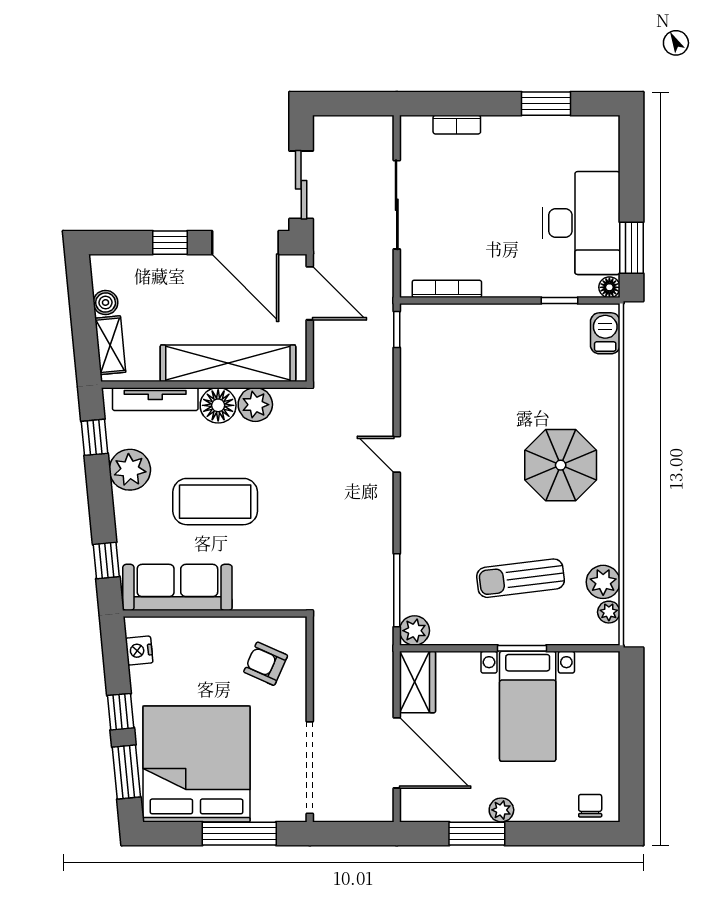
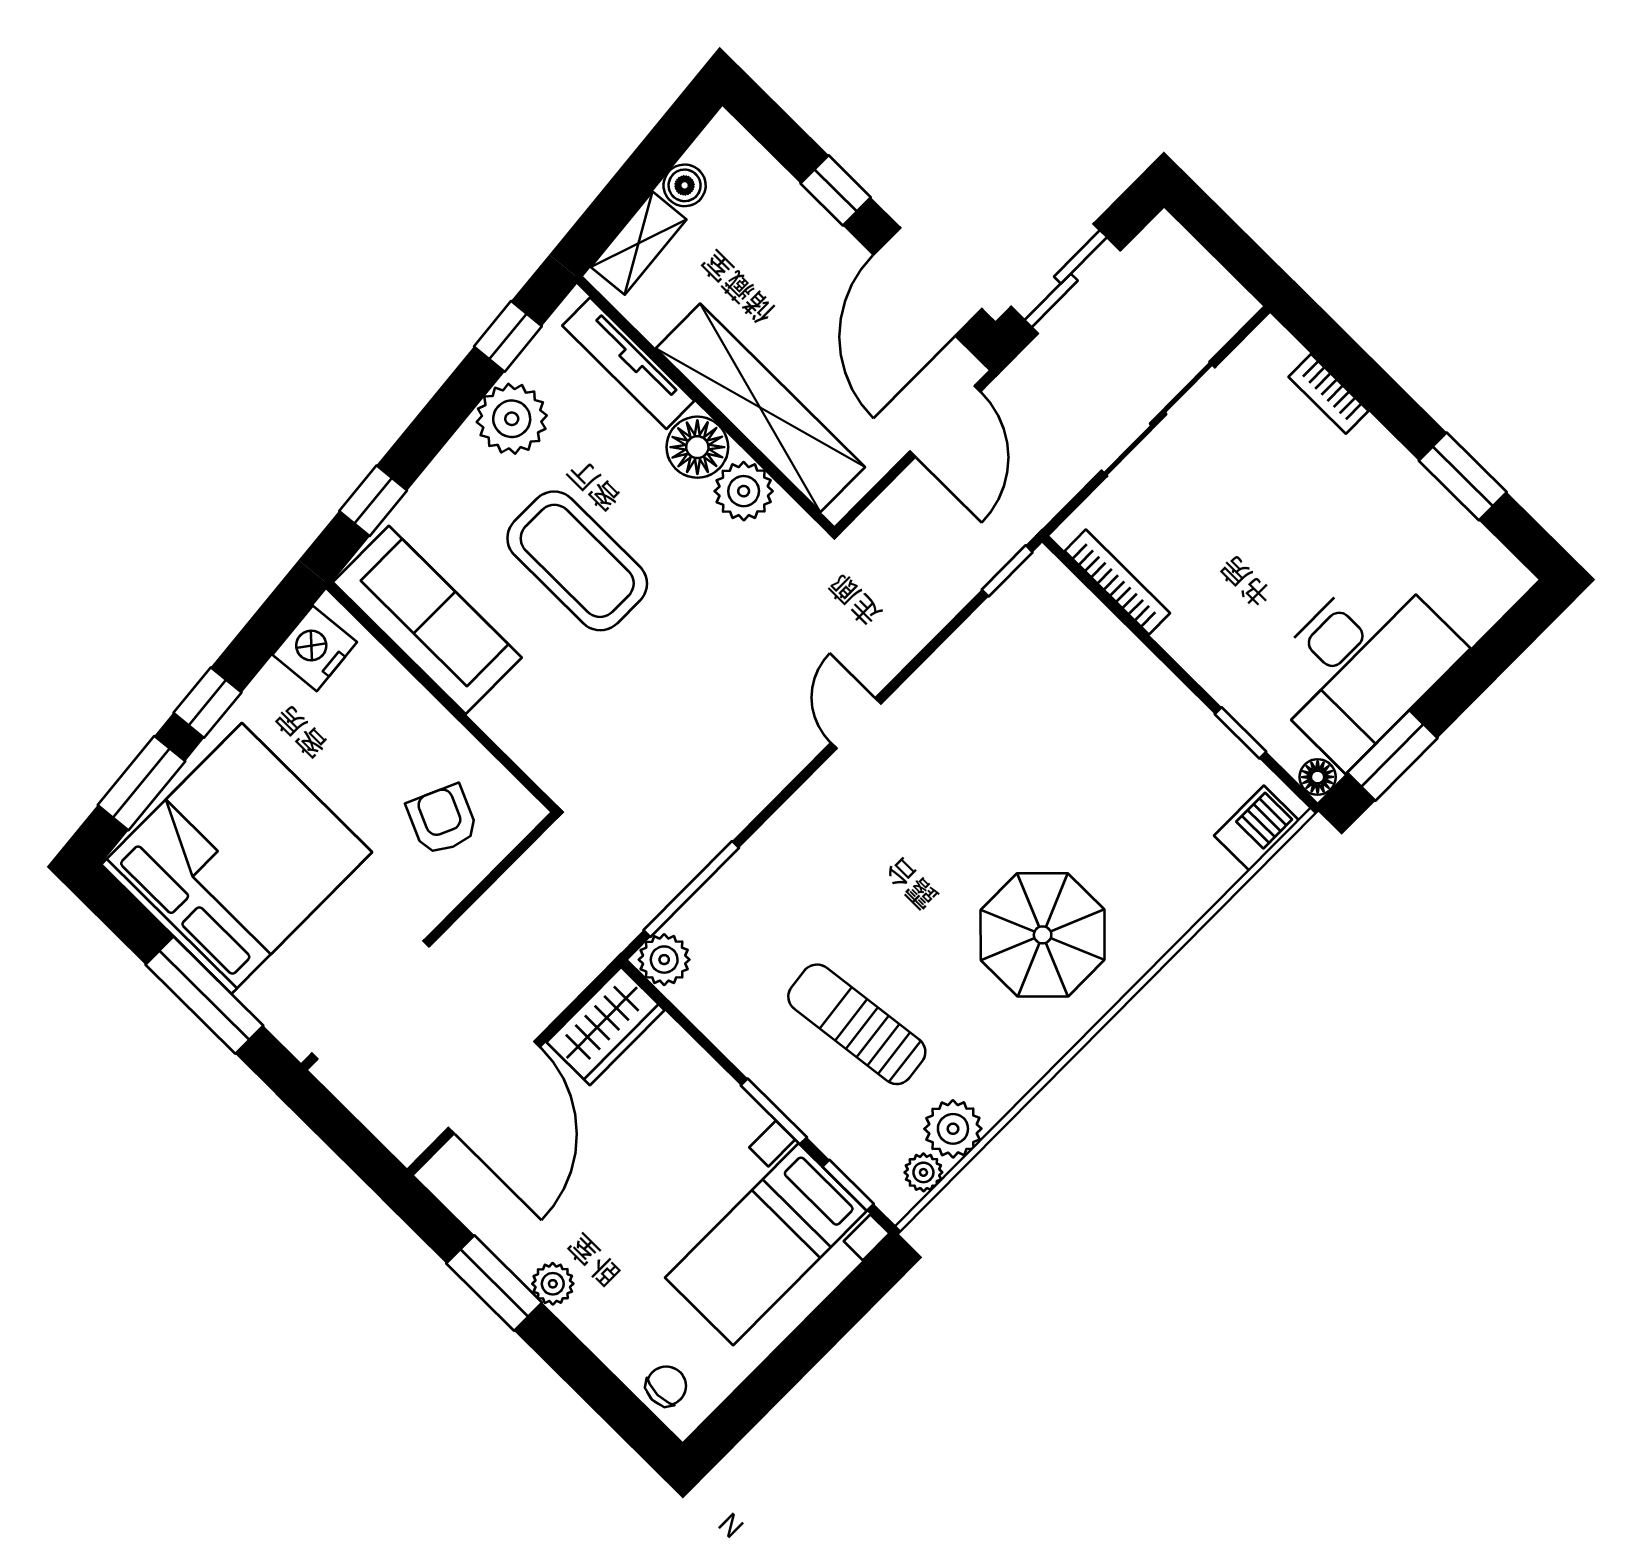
window: (583, 648) -> (848, 1185), added
nightstand: (139, 651) -> (315, 648), width x1.36, depth x1.33
bed with nightstands: (528, 706) -> (766, 1244), moved

